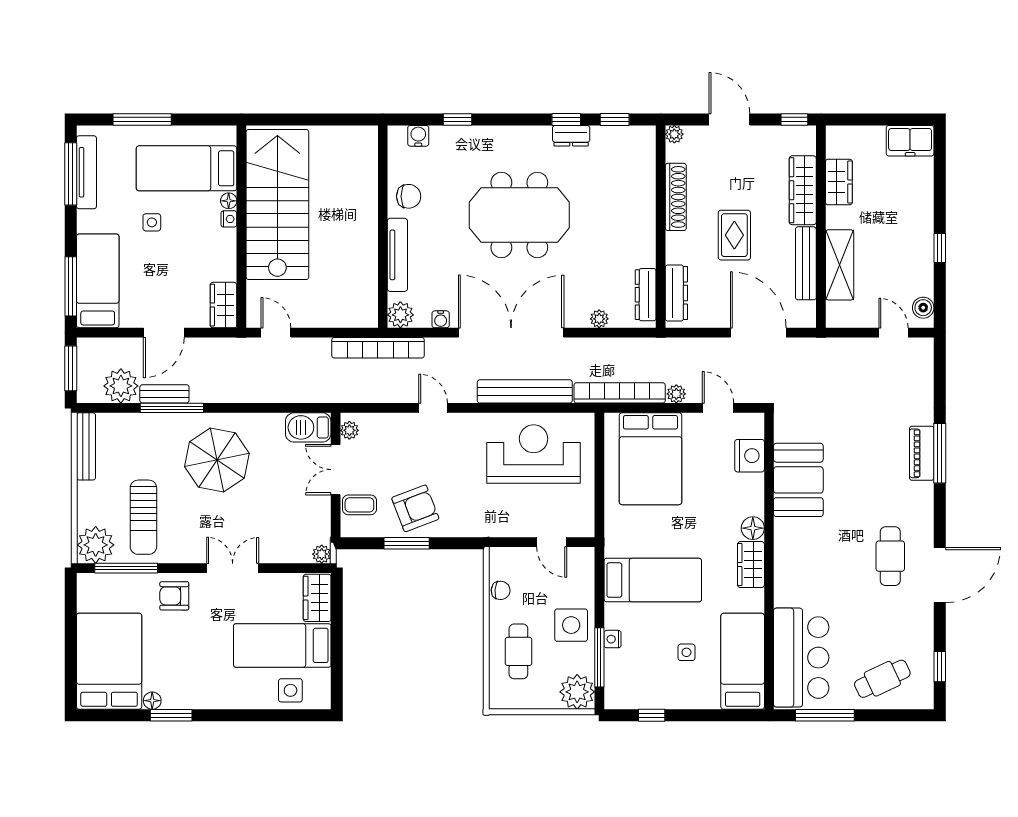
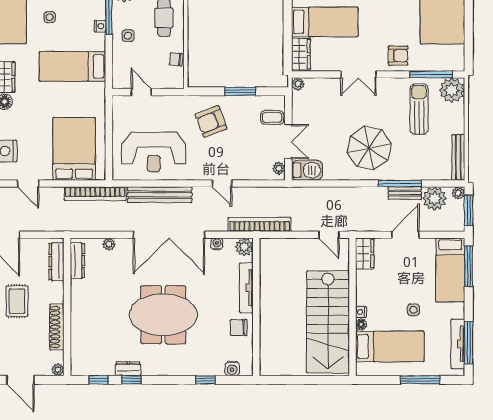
plant: (676, 394) -> (458, 193), moved
armchair: (415, 508) -> (211, 122), moved
side table: (571, 625) -> (128, 36), width x0.54, depth x0.54

